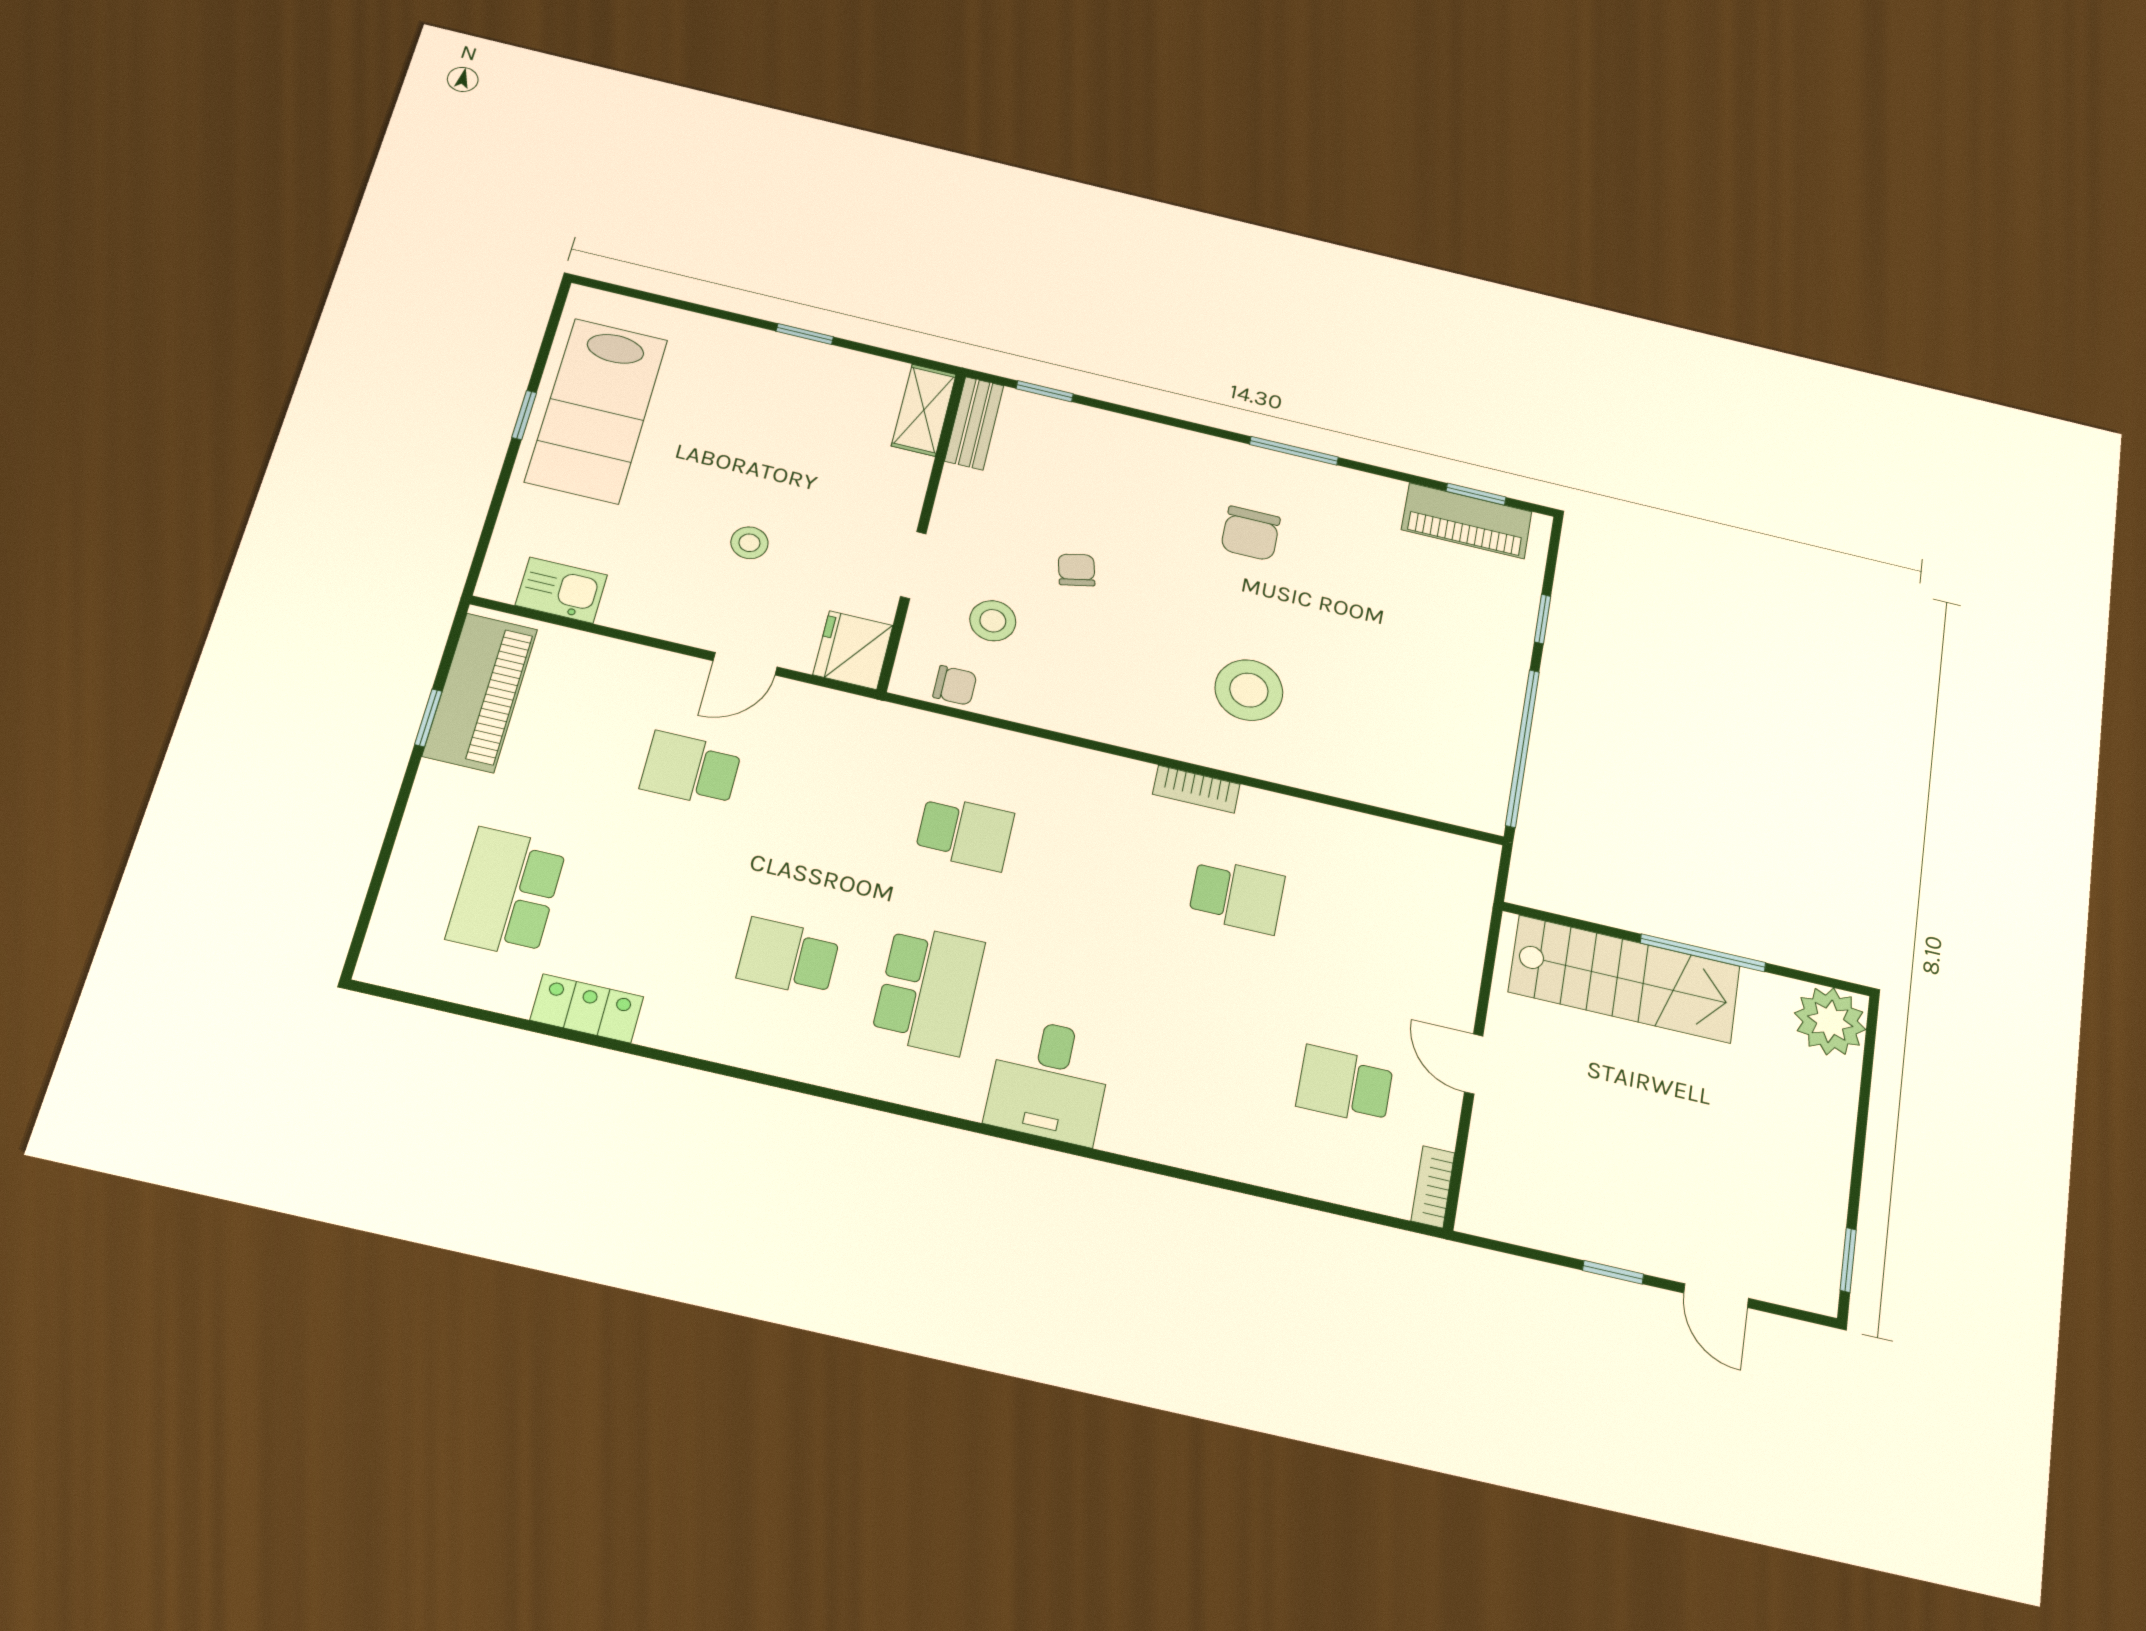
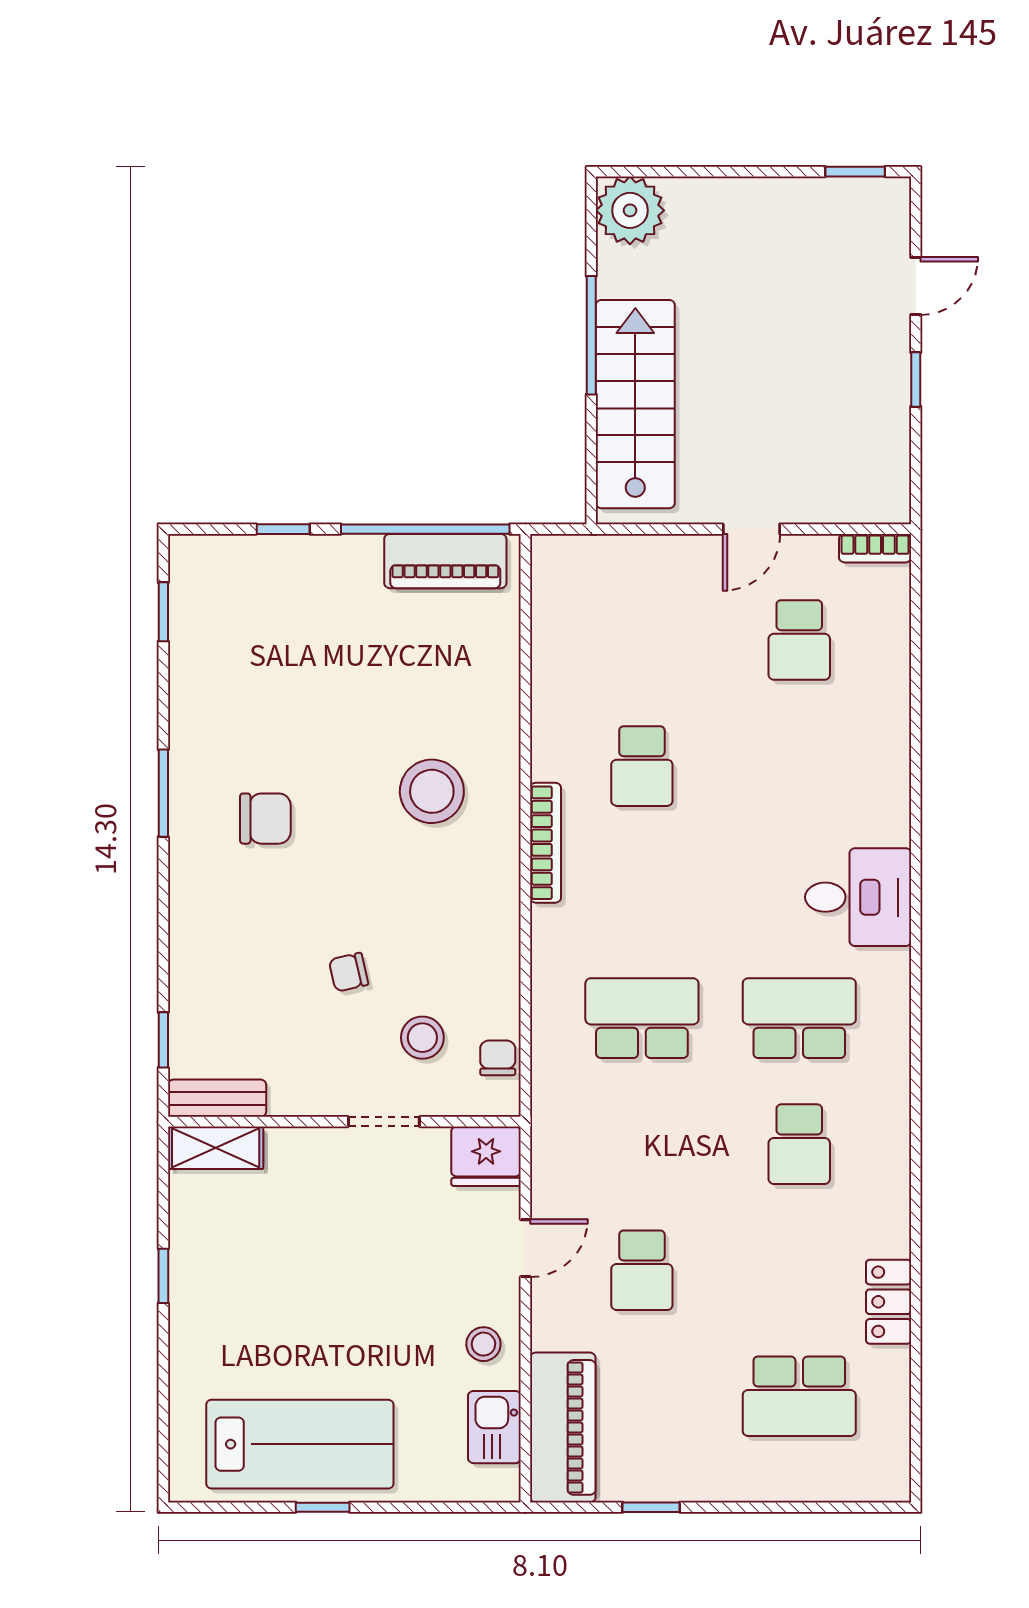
piano: (1467, 521) -> (445, 561), moved, turned 90
stool: (749, 543) -> (483, 1344), moved
door: (745, 664) -> (525, 1248), hinge flipped
piano: (480, 692) -> (563, 1427), moved, turned 90
bookcase: (1196, 789) -> (545, 843), width x1.56
school desk: (965, 833) -> (642, 1018), width x1.85
school desk: (1237, 896) -> (642, 766), turned 180

